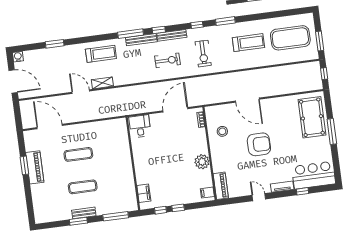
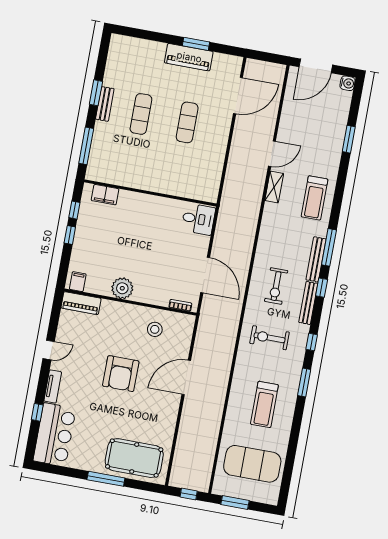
exercise mat: (290, 38) -> (252, 464), turned 90

